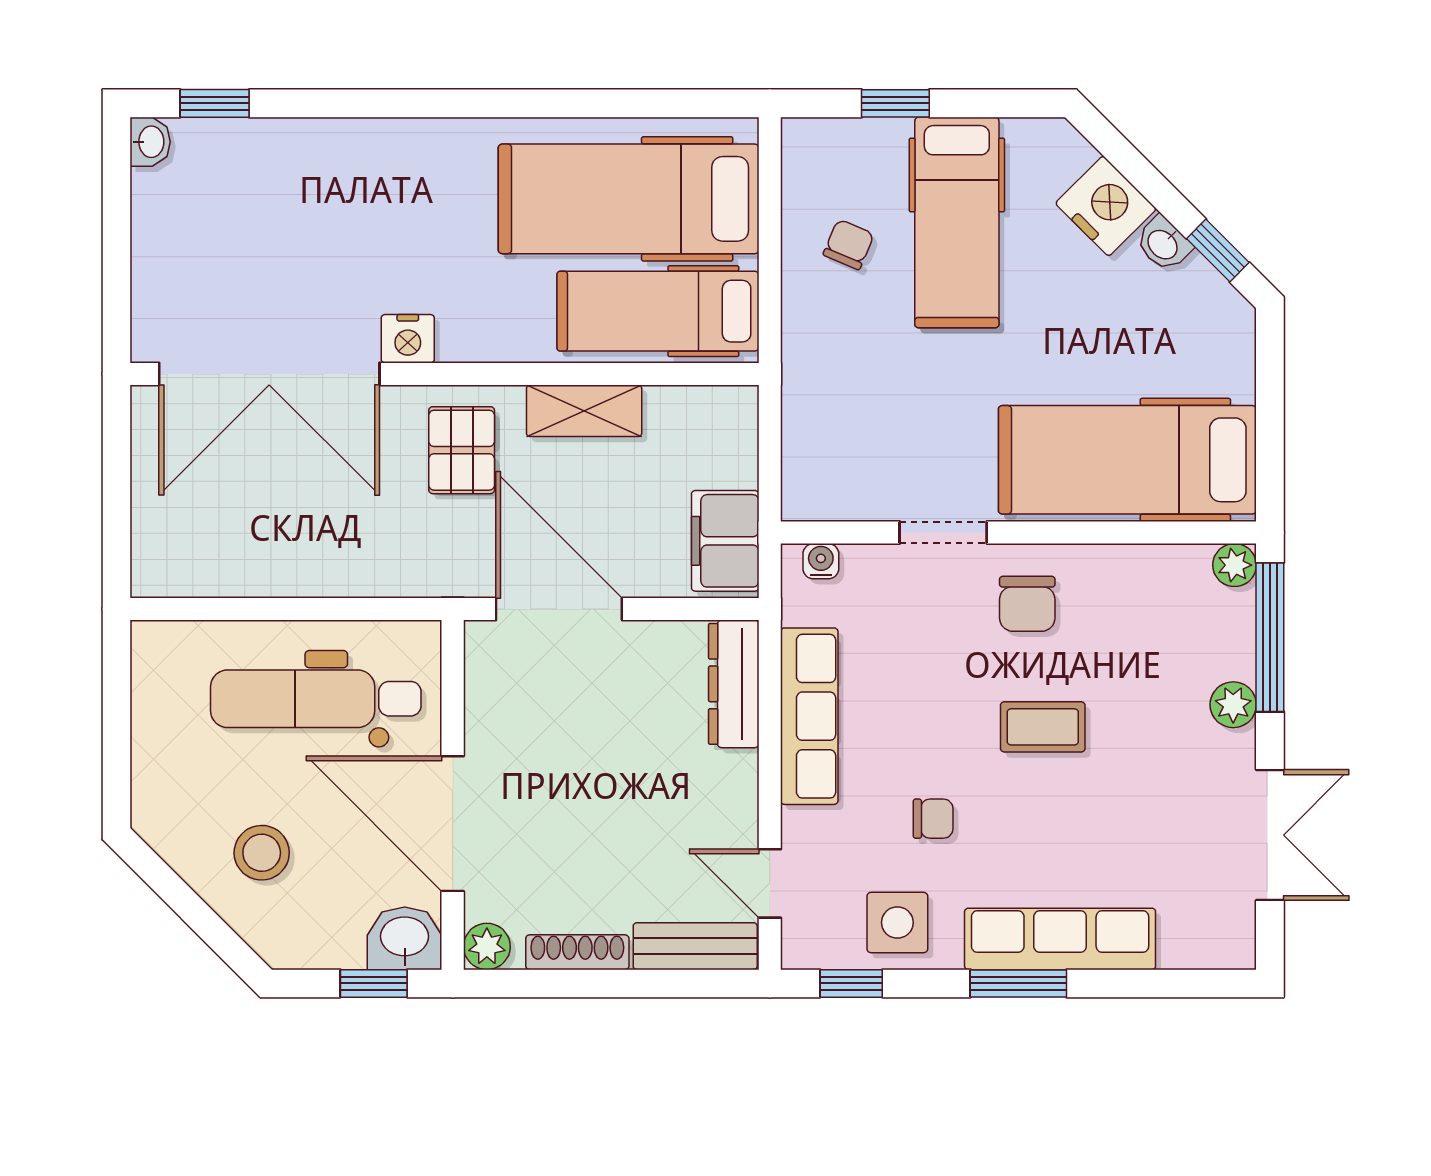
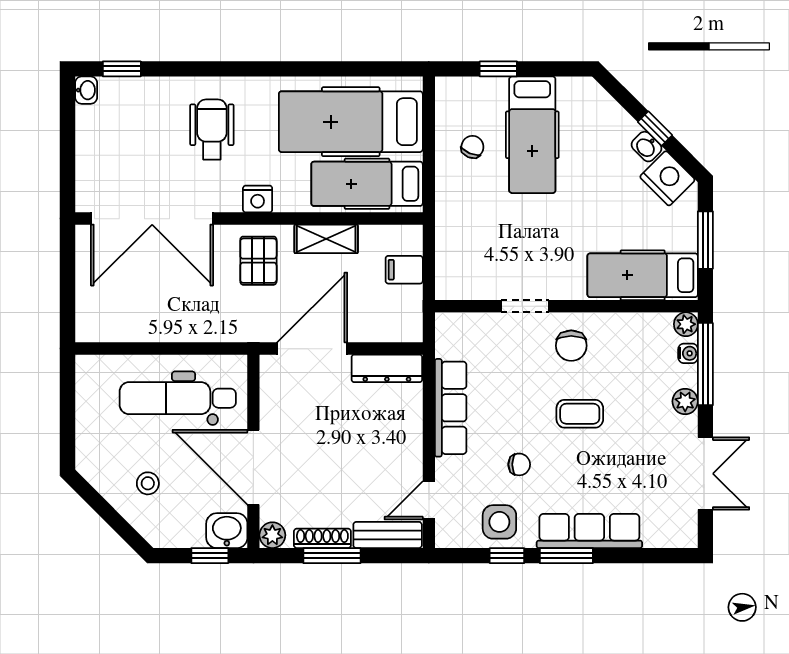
nightstand: (1106, 206) -> (667, 178), moved
wheelchair: (378, 213) -> (212, 130), added
window: (1218, 250) -> (655, 129), moved
nightstand: (408, 339) -> (258, 199), moved
window: (1270, 413) -> (705, 240), added
hospital bed: (1127, 460) -> (643, 275), width x0.73, depth x0.78
filing cabinet: (725, 541) -> (404, 270), moved, width x0.50
water cooler: (821, 561) -> (688, 353), moved, turned 90
door: (559, 609) -> (312, 349), hinge flipped
dresser: (734, 684) -> (387, 368), moved, turned -90
stool: (262, 853) -> (148, 483), width x0.73, depth x0.73
door: (770, 883) -> (429, 500), hinge flipped
window: (594, 983) -> (332, 556), added
window: (851, 983) -> (507, 556), moved

